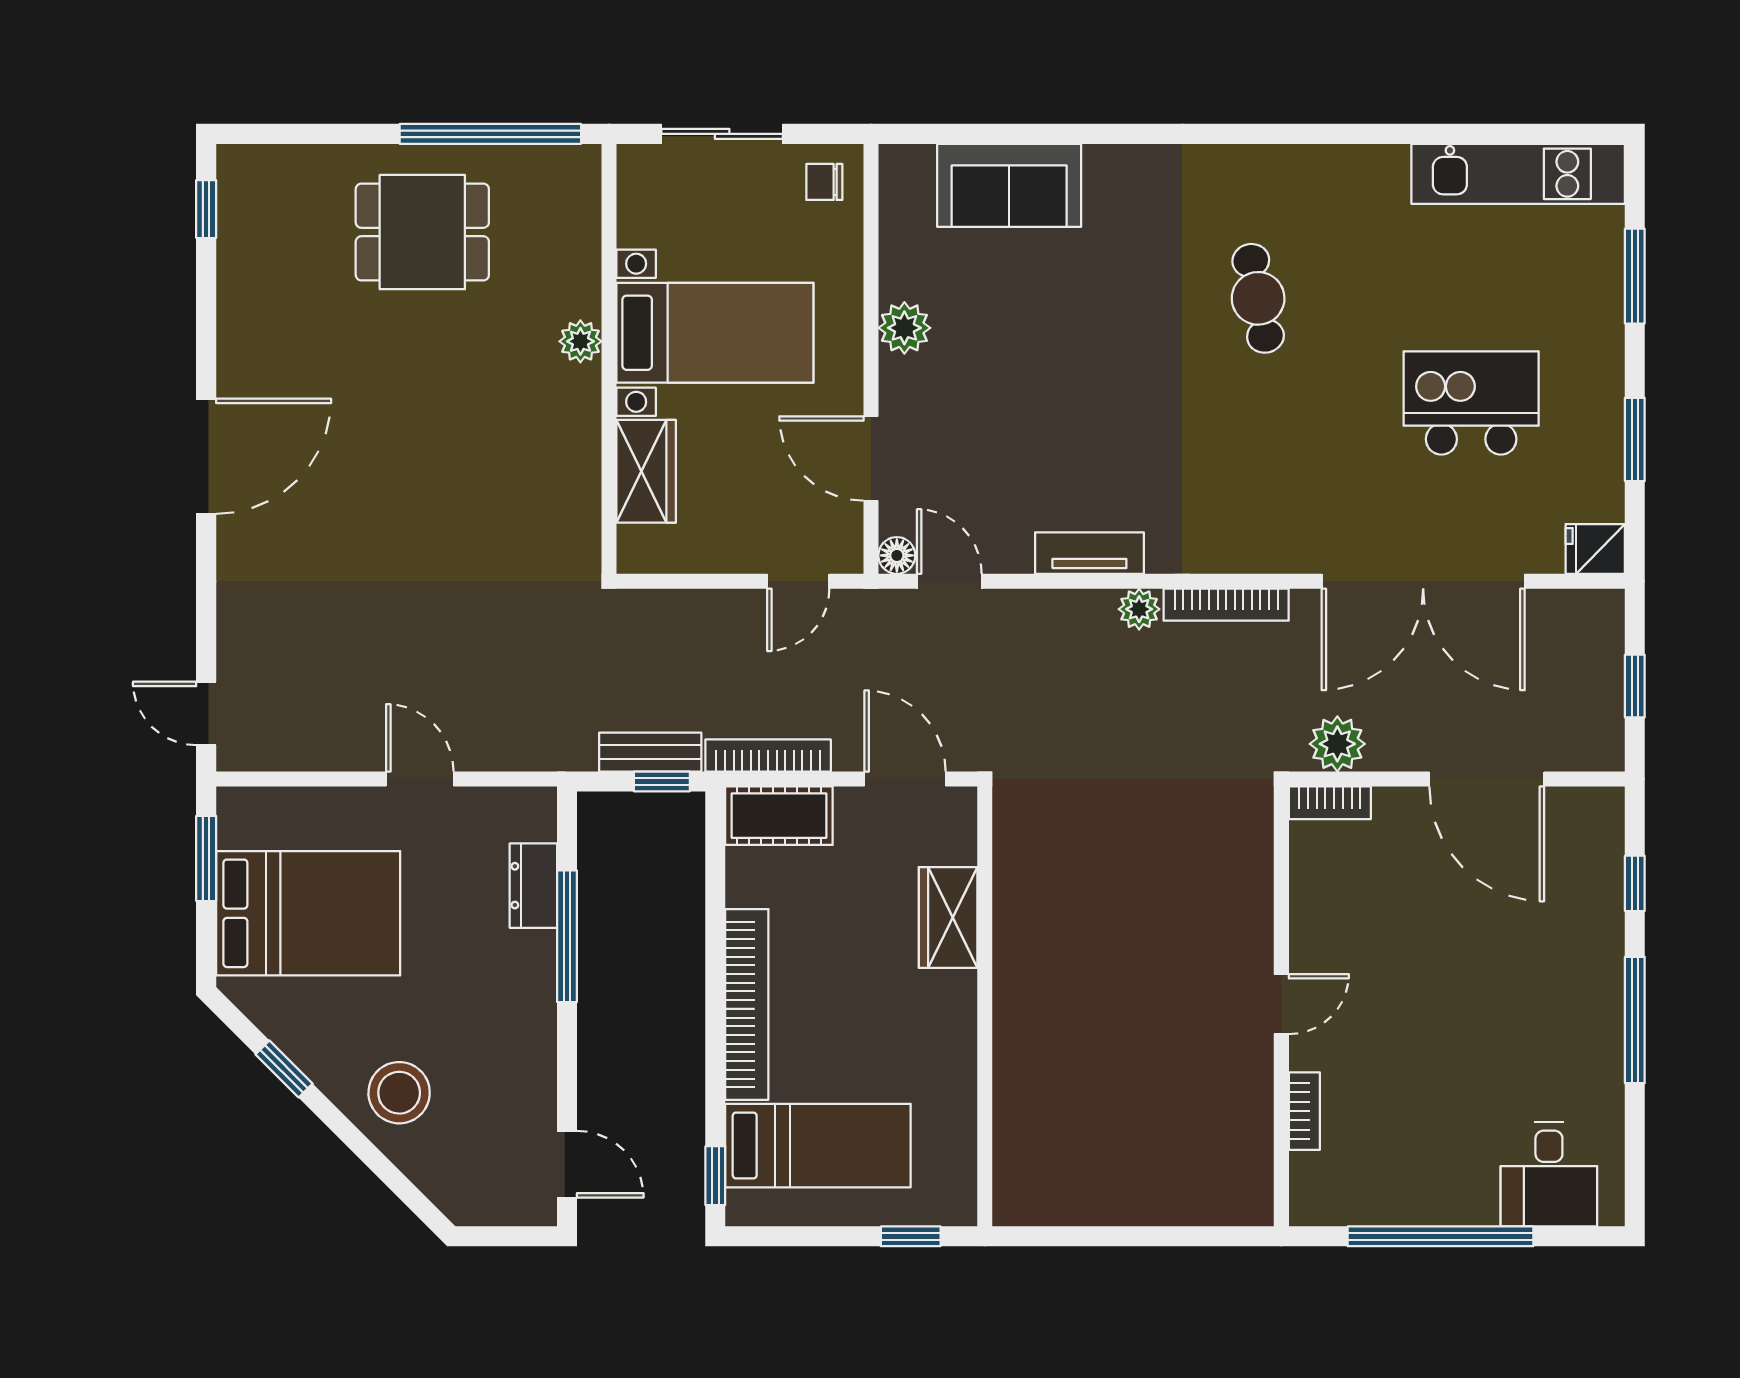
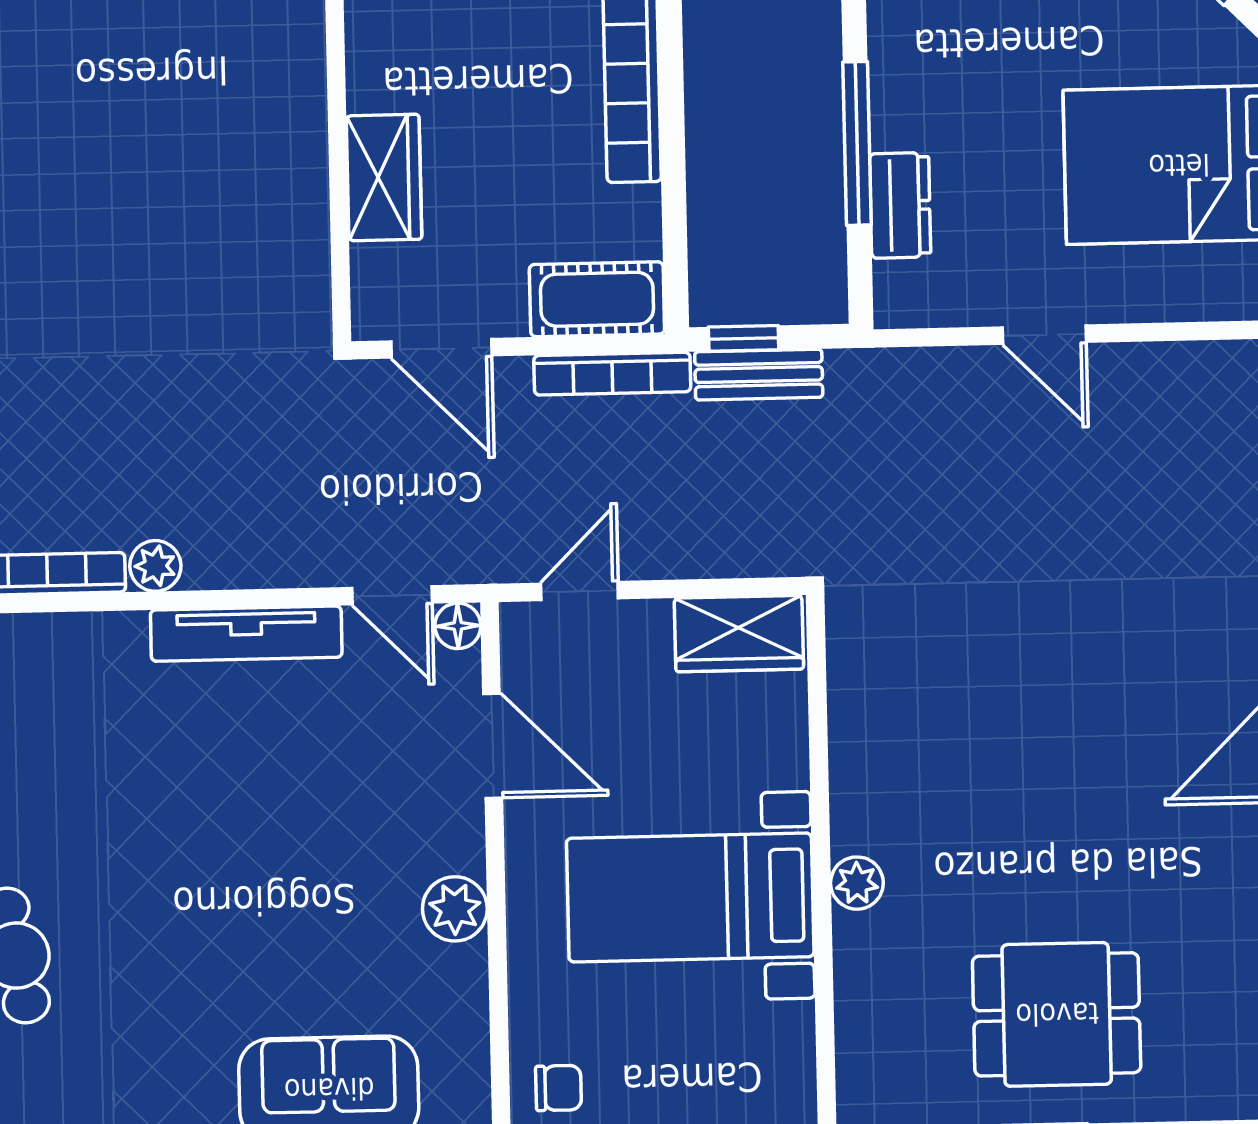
wardrobe: (646, 471) -> (739, 634), moved, turned -90
tv unit: (1089, 553) -> (246, 634), width x1.41

